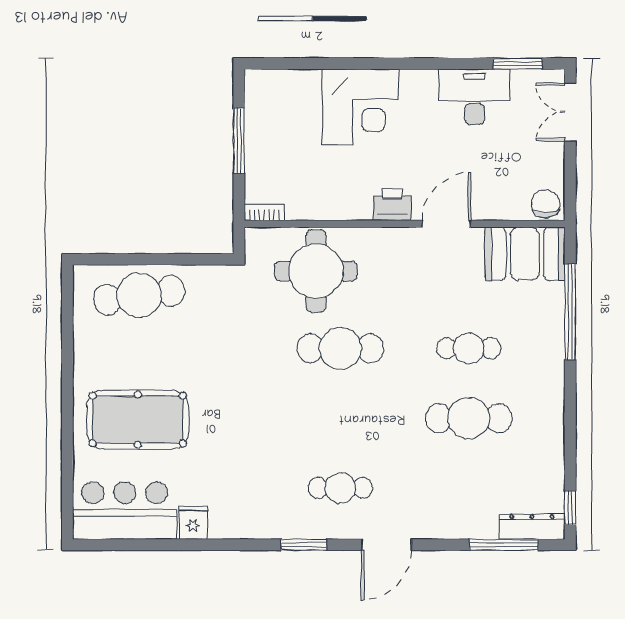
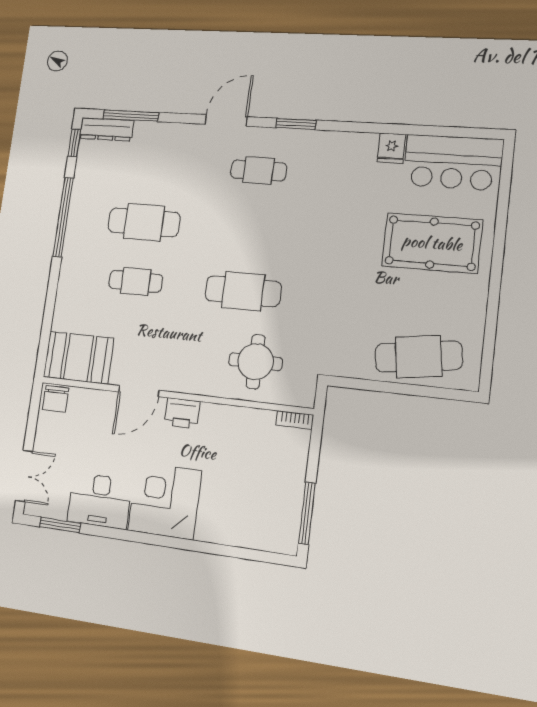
corner desk: (360, 107) -> (165, 501), moved
window: (239, 141) -> (307, 513), moved
round table: (316, 271) -> (256, 362), width x0.73, depth x0.73
window: (570, 312) -> (63, 217), moved

